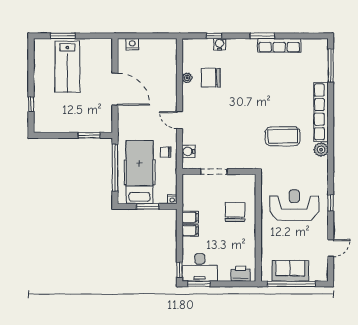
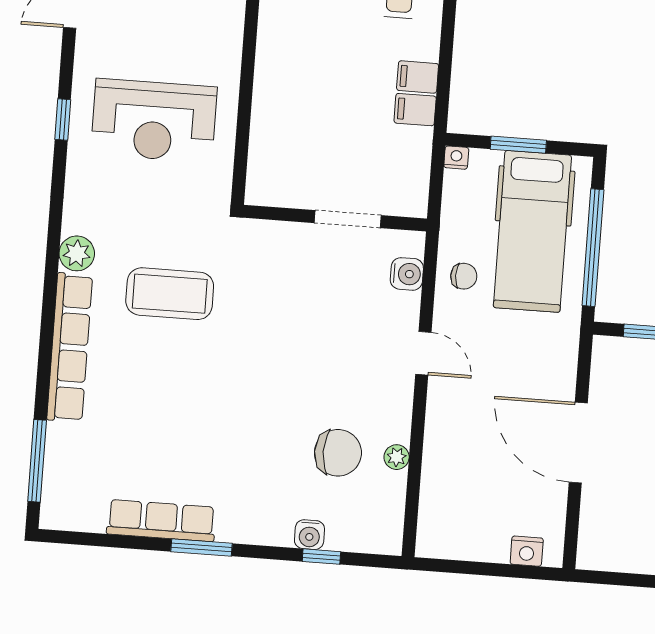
chair: (235, 212) -> (302, 115), removed

